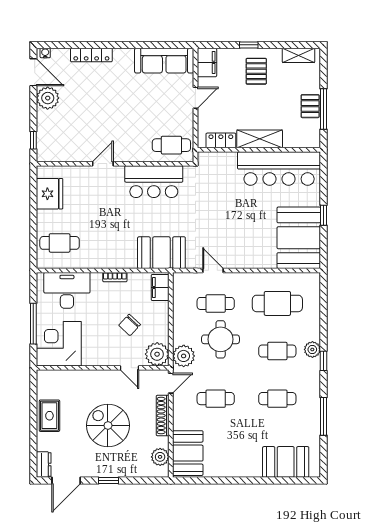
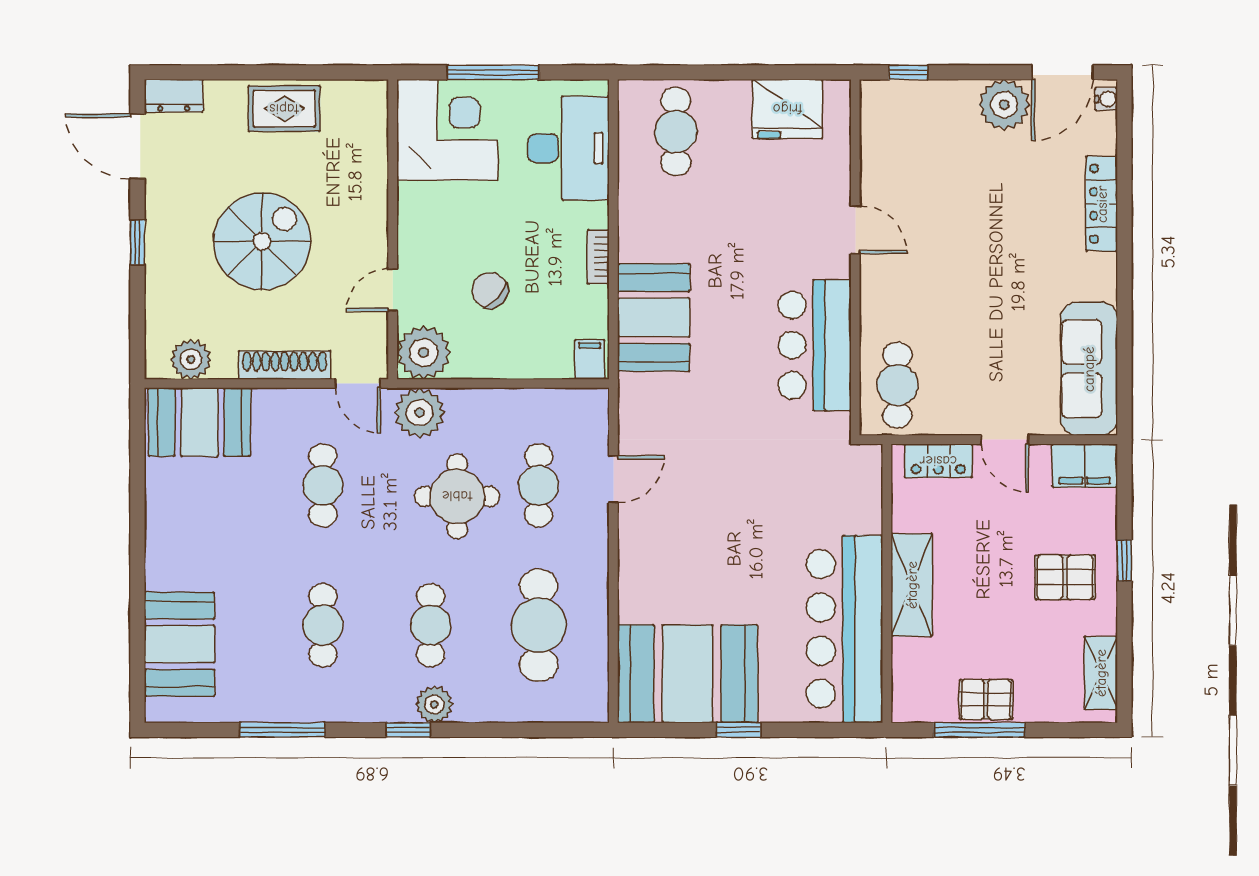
locker: (221, 140) -> (938, 461), moved, turned 90
booth: (161, 253) -> (654, 317), moved
filing cabinet: (160, 288) -> (590, 359), width x0.50

